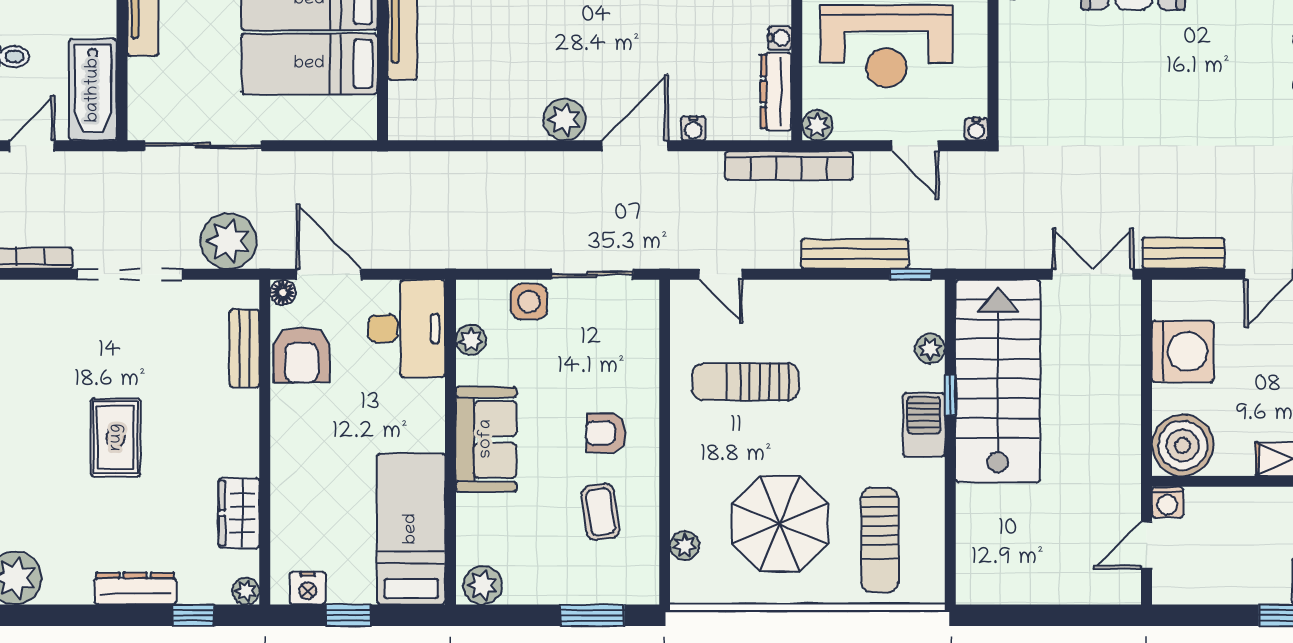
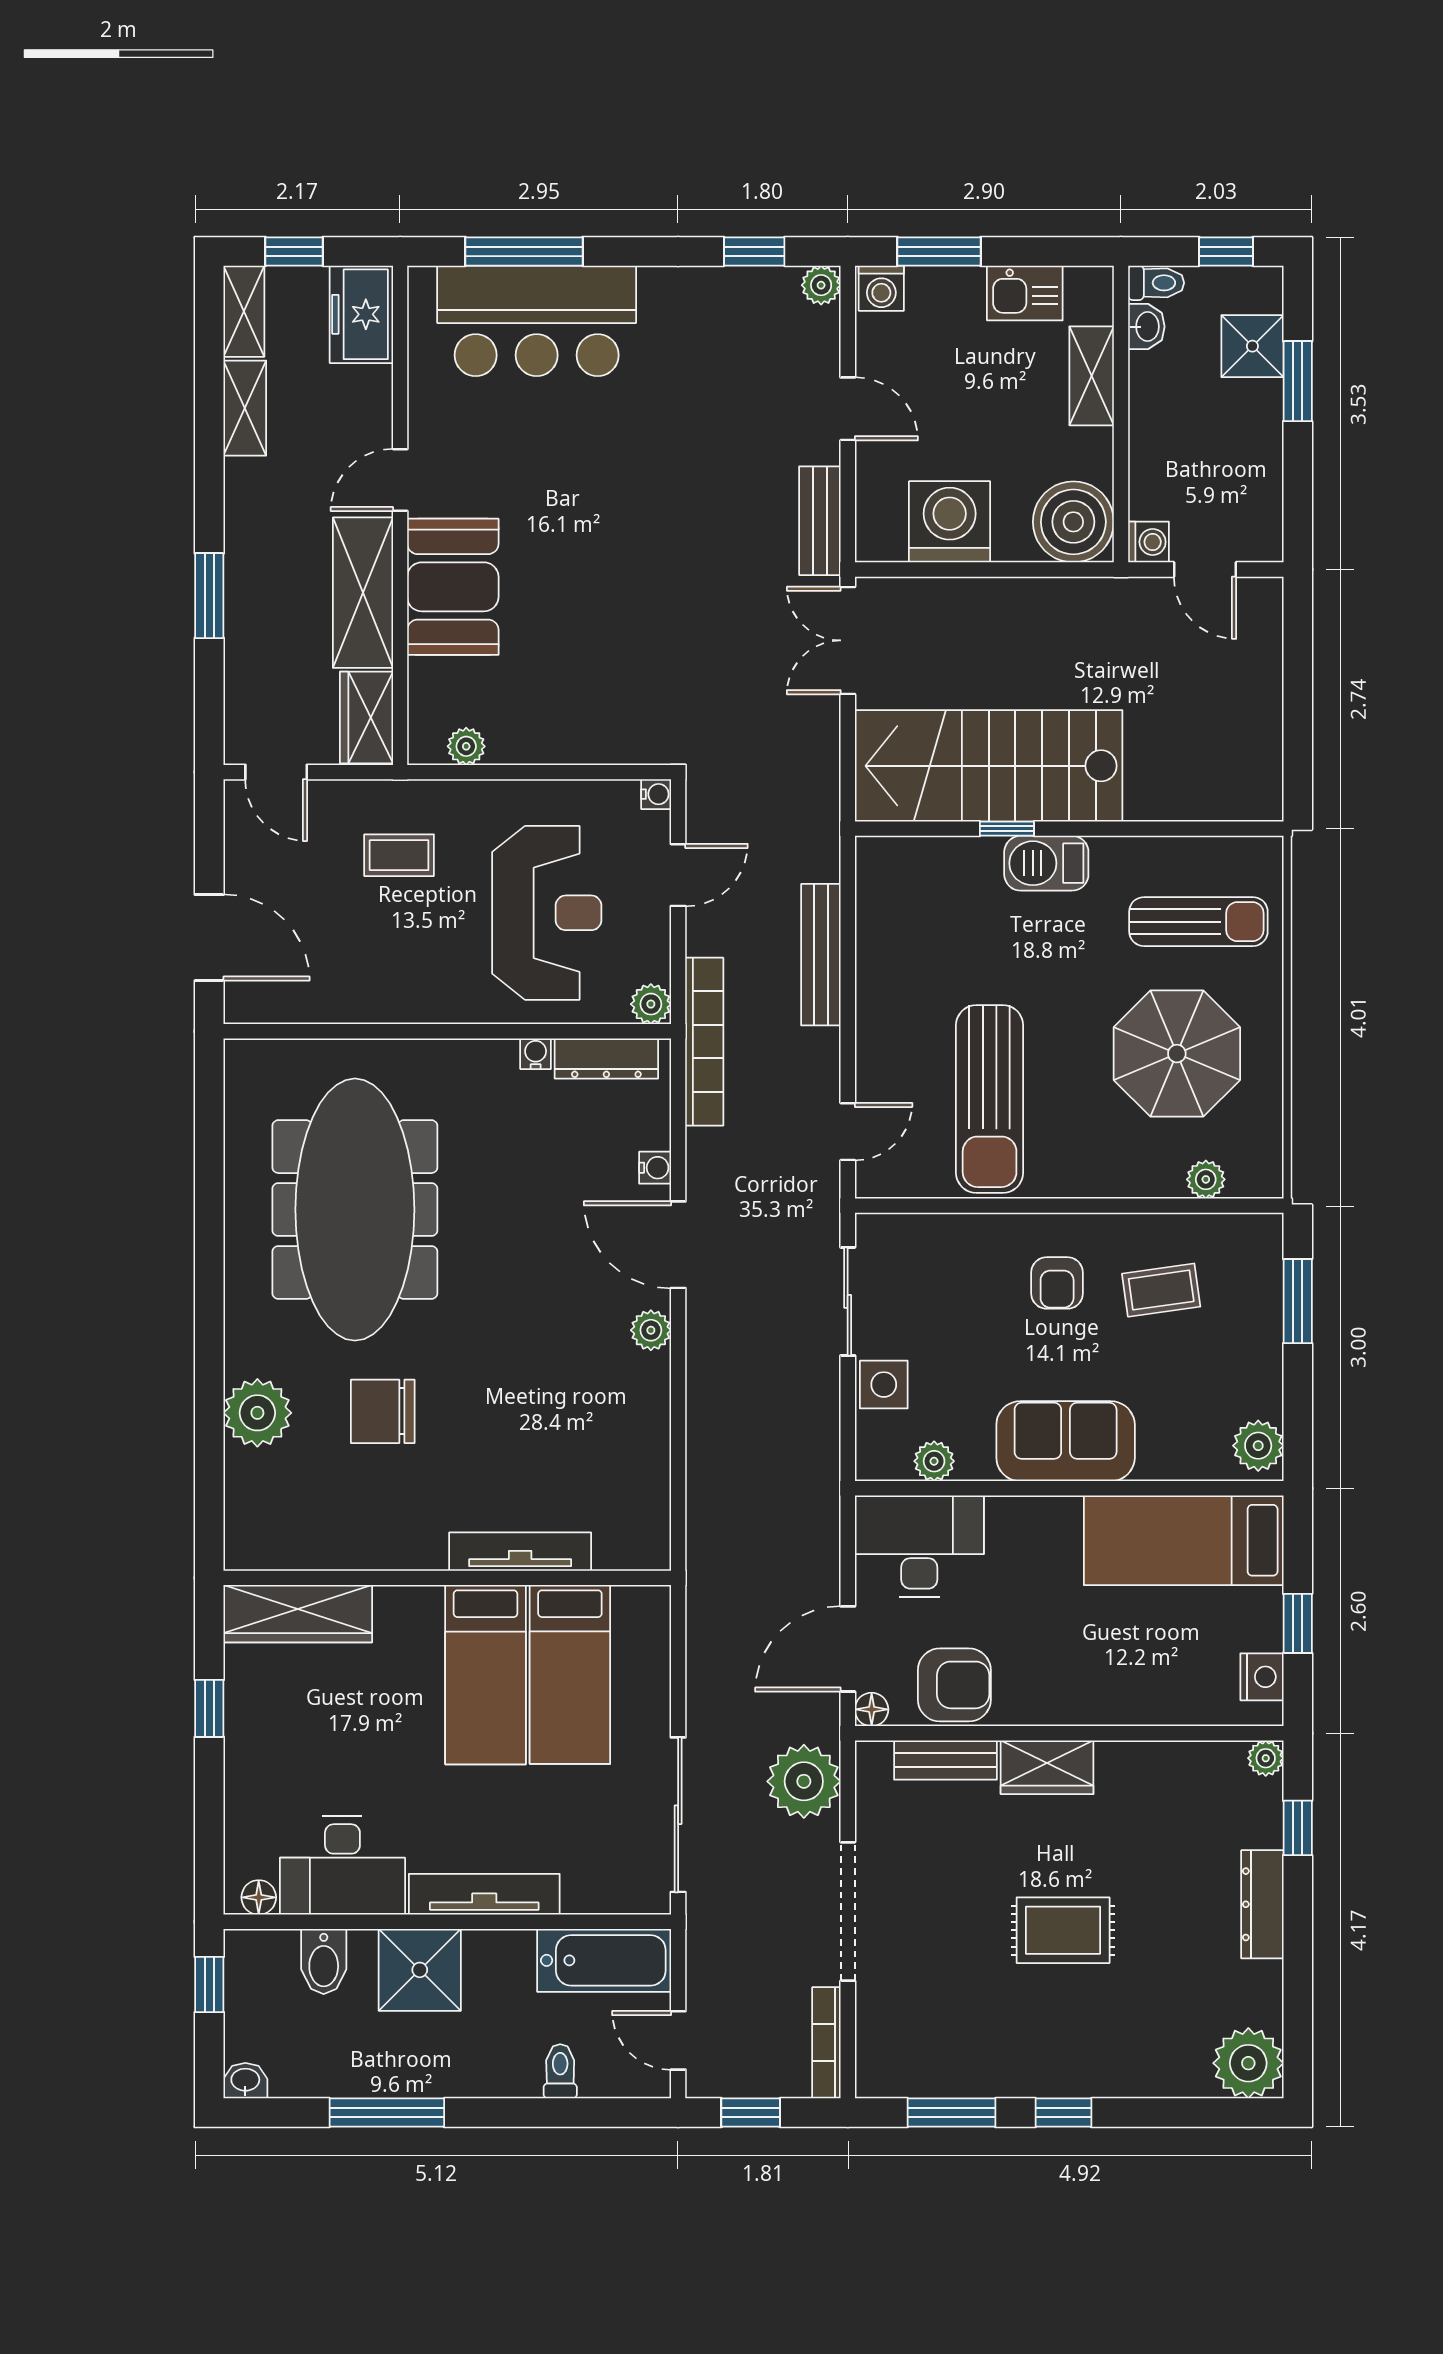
plant: (564, 119) -> (651, 1330), width x0.73, depth x0.73
window: (911, 274) -> (848, 881), removed
plant: (930, 349) -> (946, 855), removed
sun lounger: (745, 382) -> (990, 1099), width x1.36, depth x1.34
wardrobe: (239, 513) -> (1047, 1767), moved

